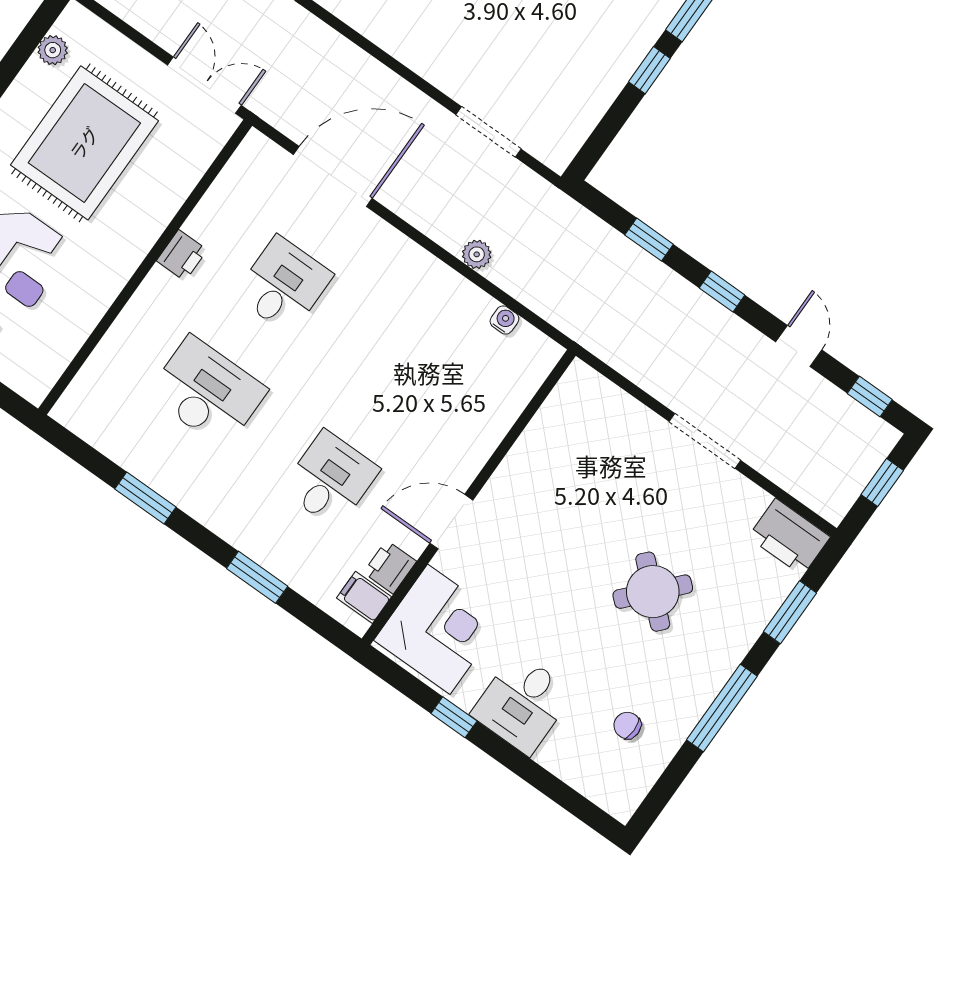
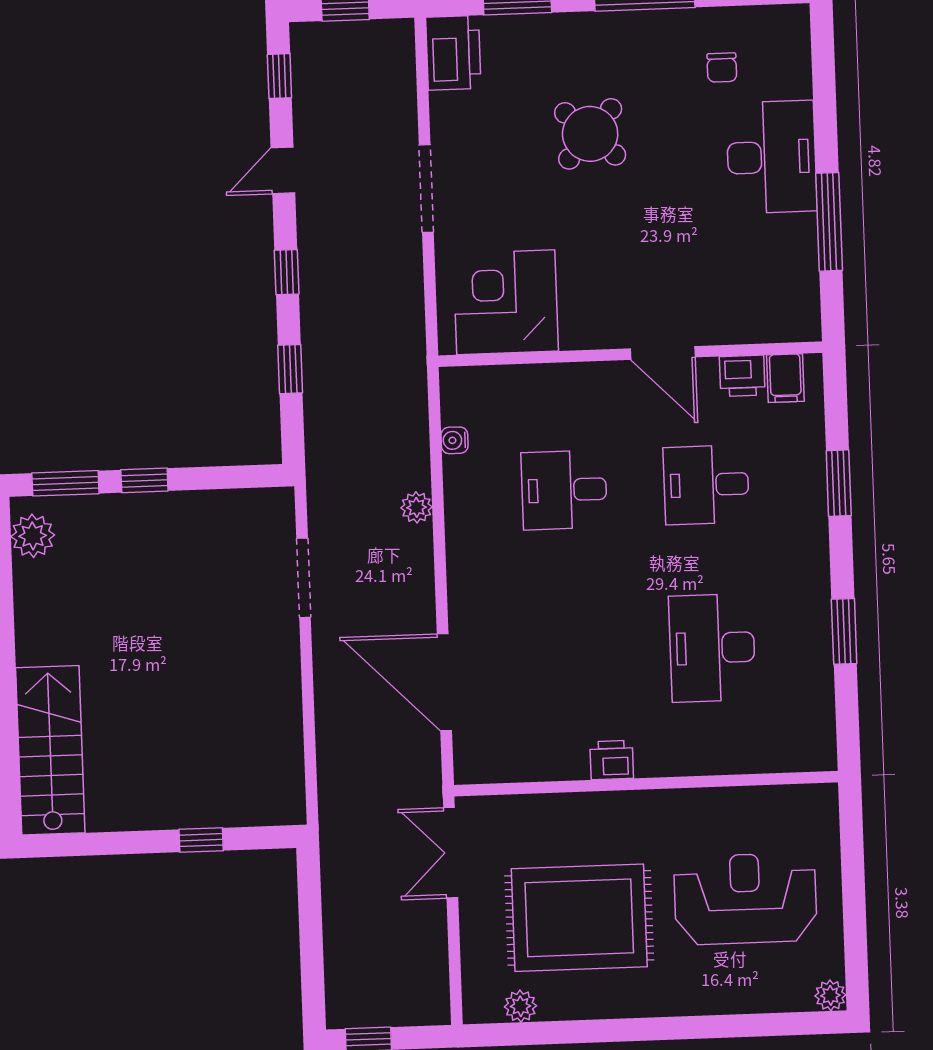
desk: (284, 285) -> (564, 490), moved
corner desk: (439, 629) -> (506, 302), moved
desk: (522, 703) -> (772, 157), width x1.37
window: (454, 717) -> (829, 222), width x2.17

